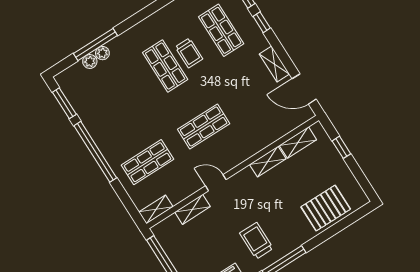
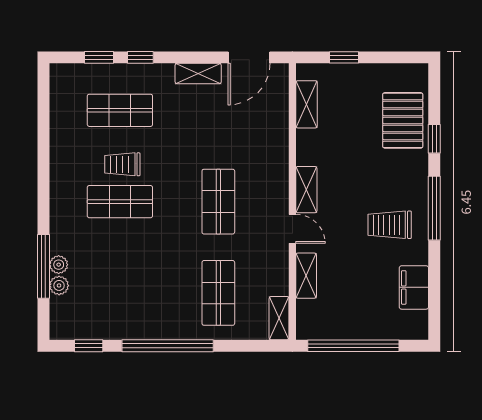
trolley: (189, 53) -> (122, 164), turned 180
window: (64, 103) -> (89, 346), width x0.67
shelving: (268, 162) -> (306, 190), moved
door: (216, 183) -> (292, 229), swing flipped
window: (327, 234) -> (434, 139), added

